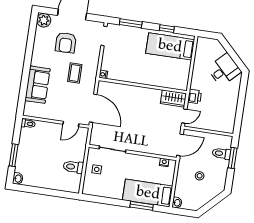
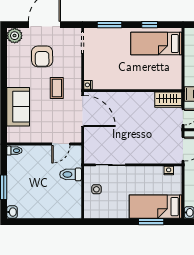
door: (93, 108) -> (83, 111), moved
toilet: (73, 167) -> (71, 174), moved

